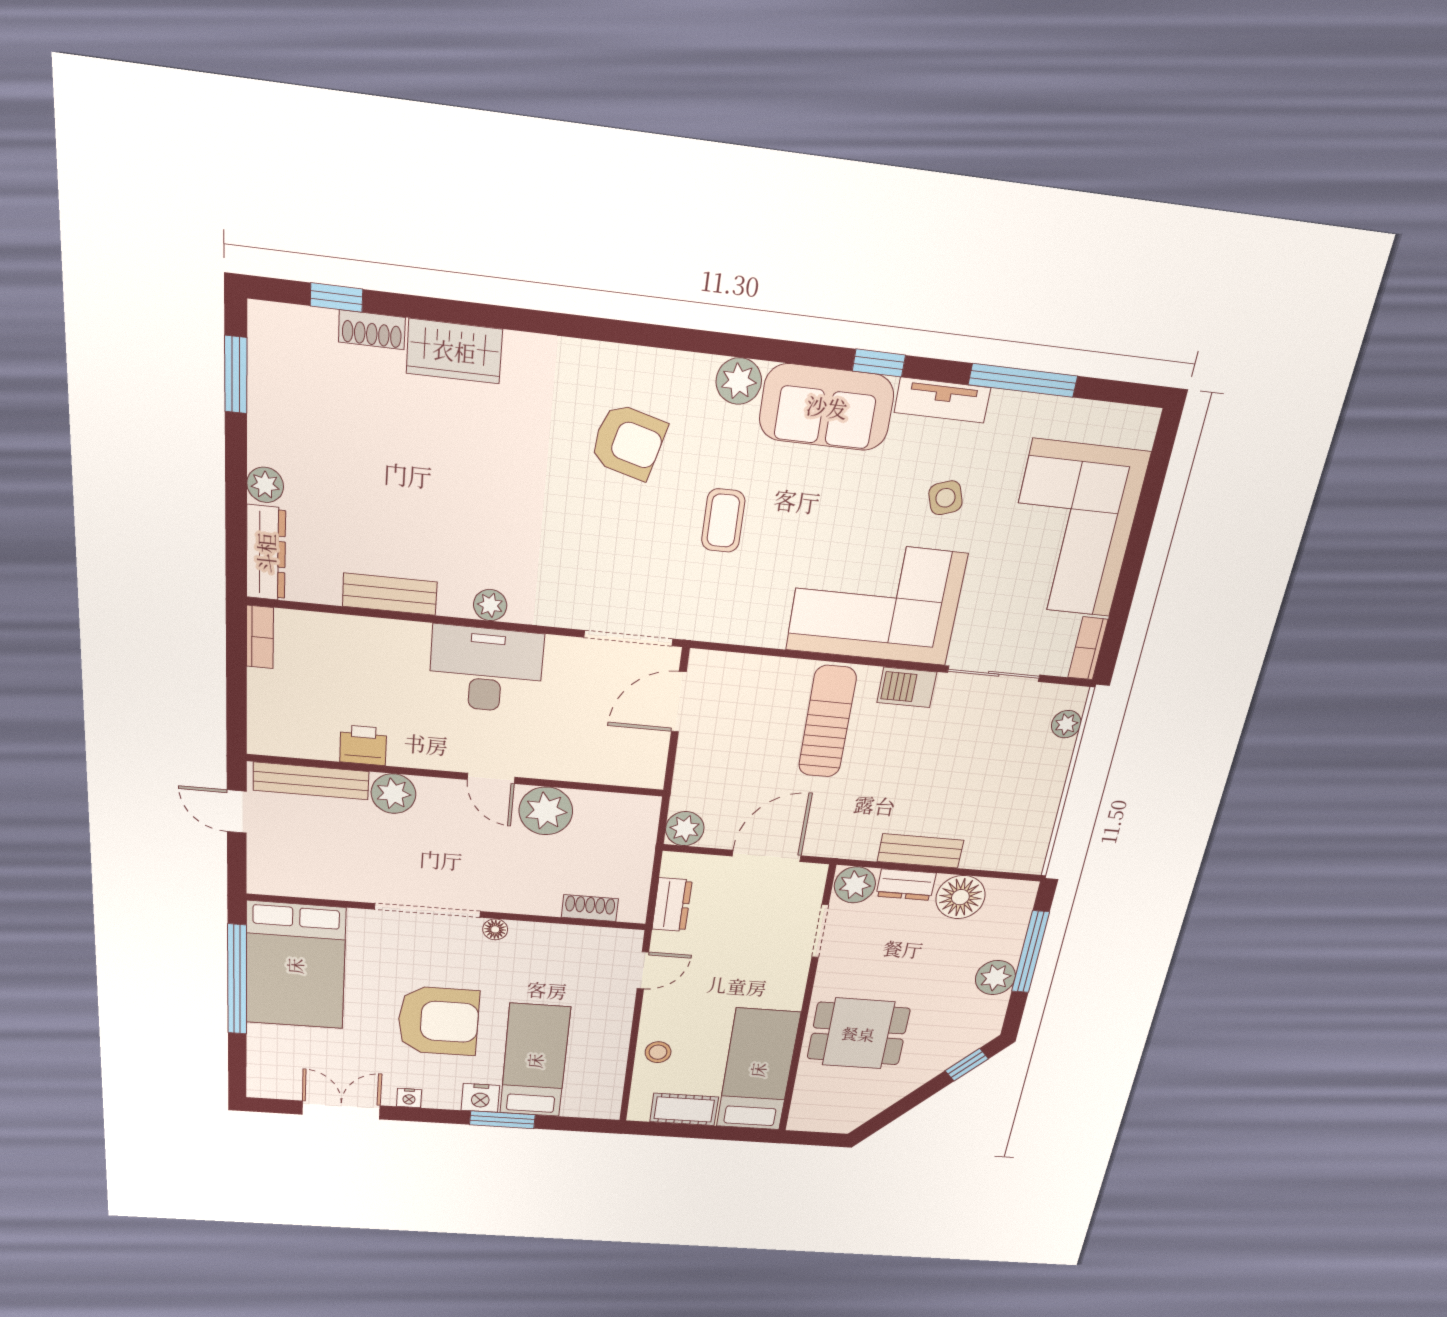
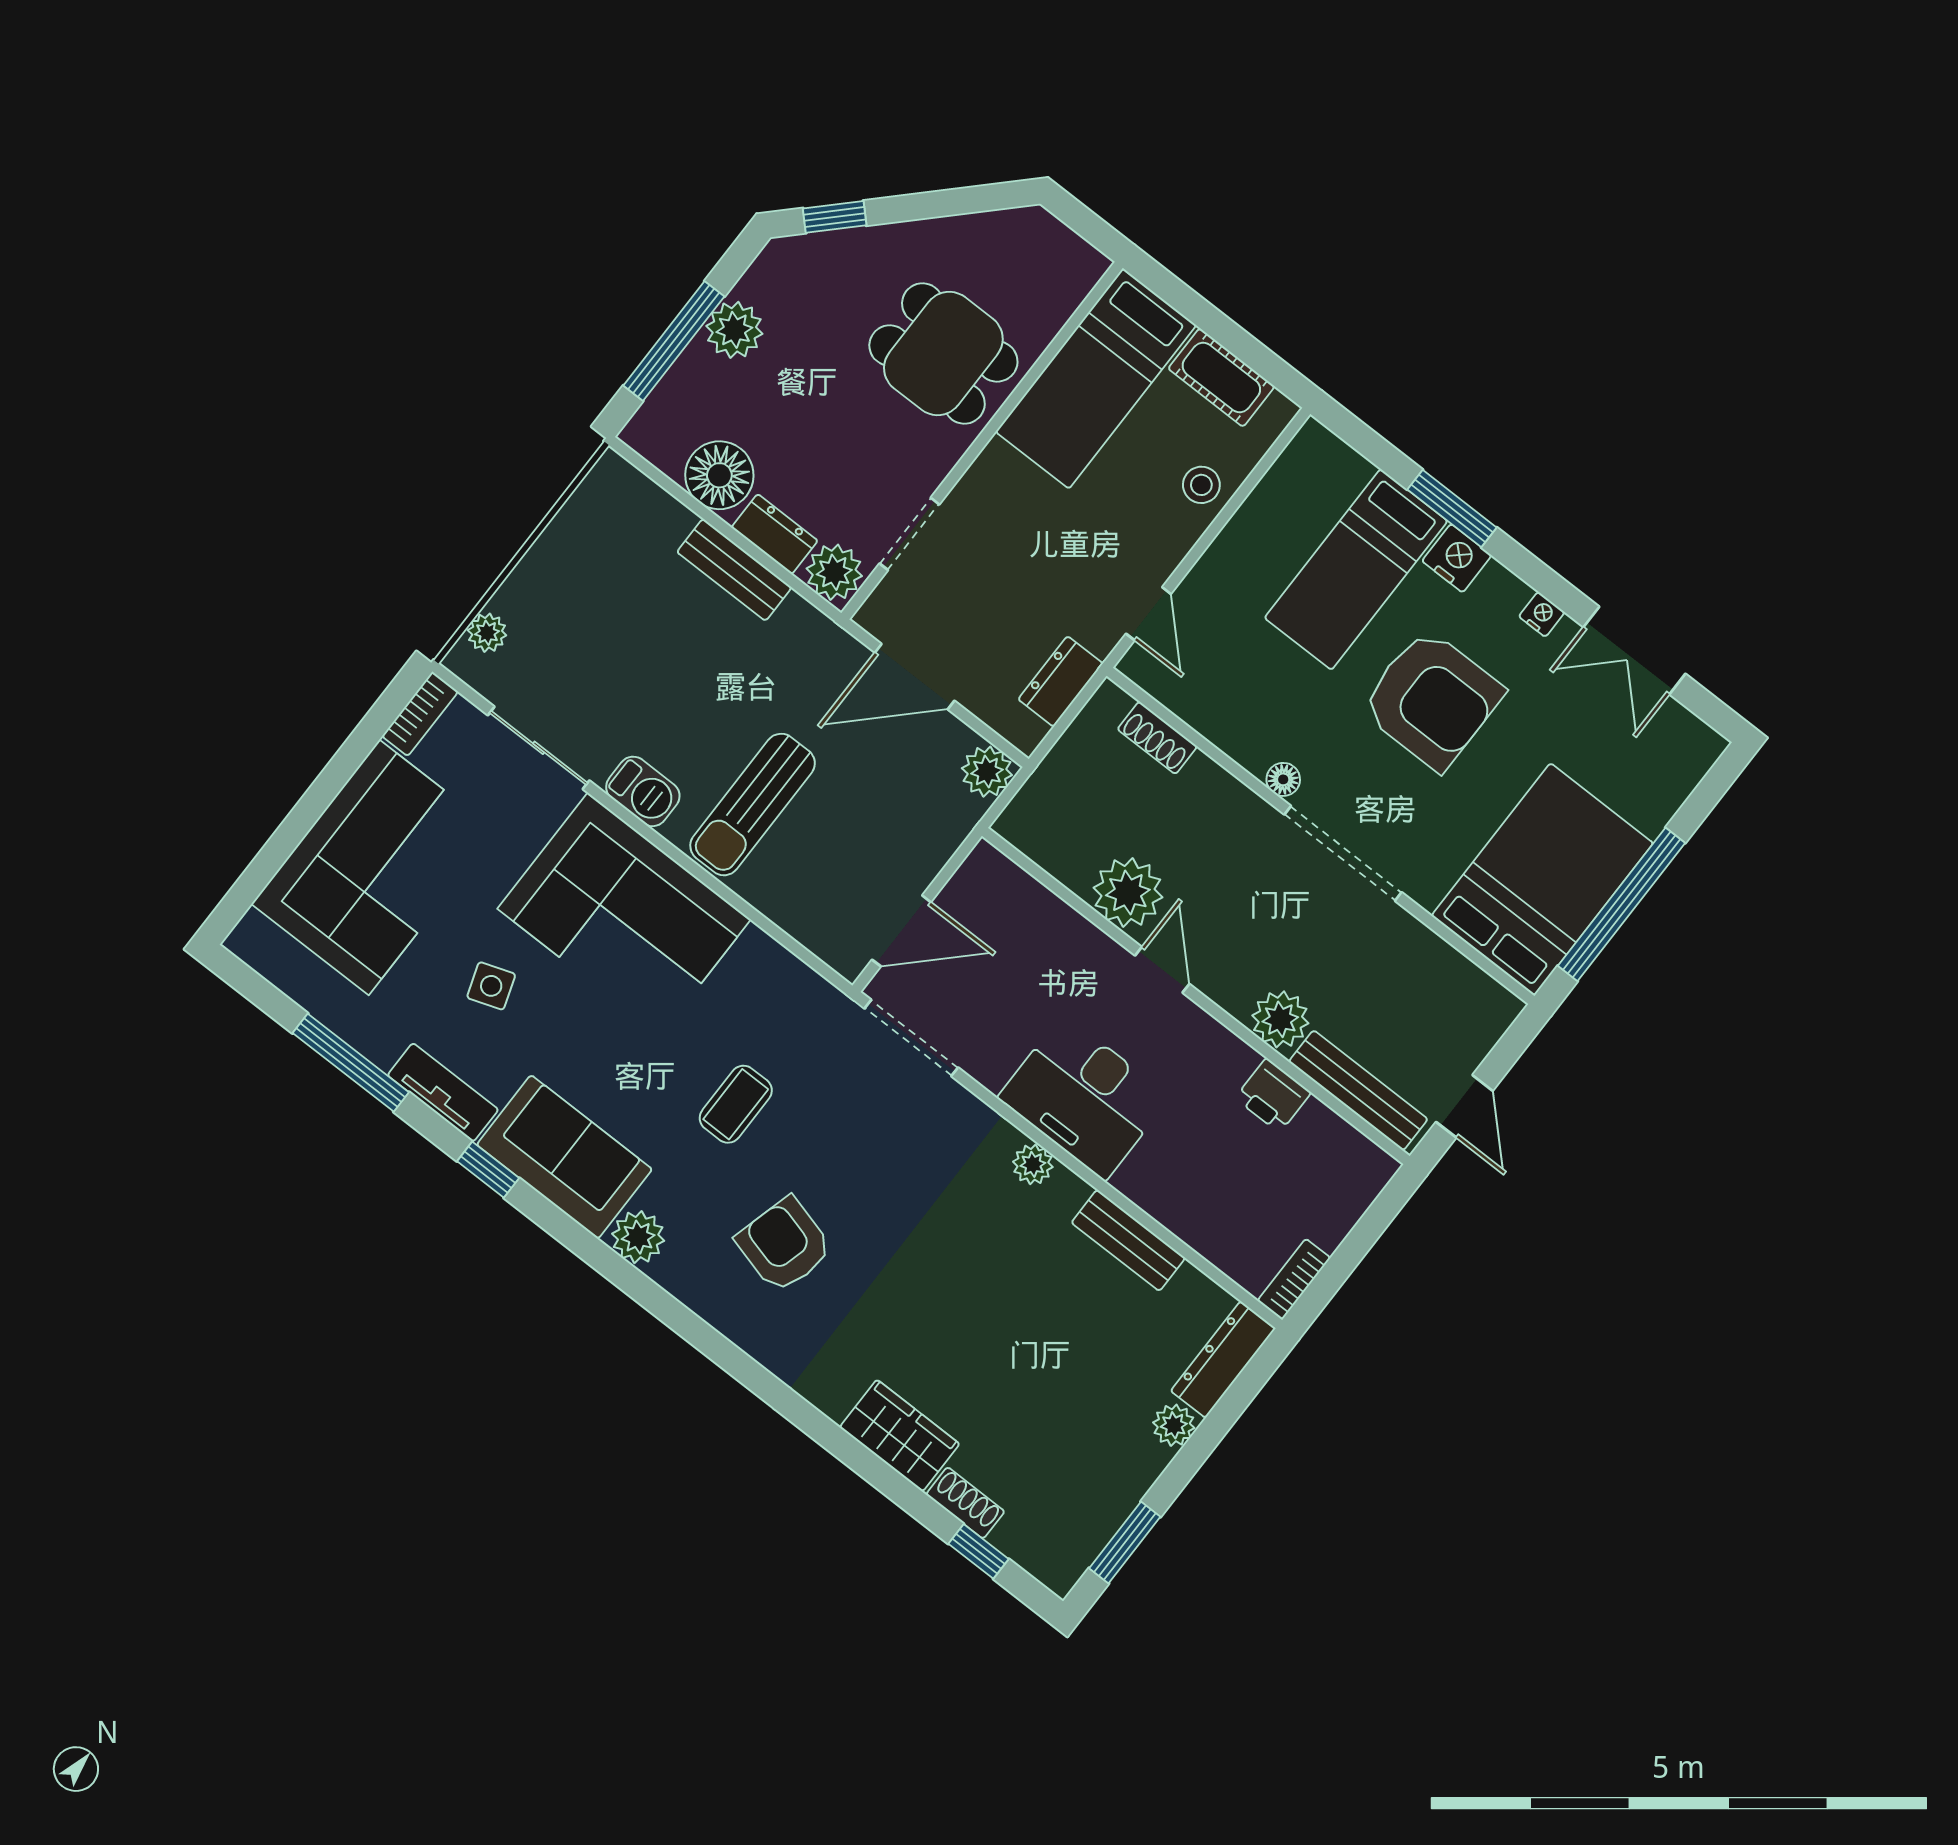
door: (643, 970) -> (1148, 614), swing flipped
armchair: (438, 1021) -> (1432, 699), turned 180

